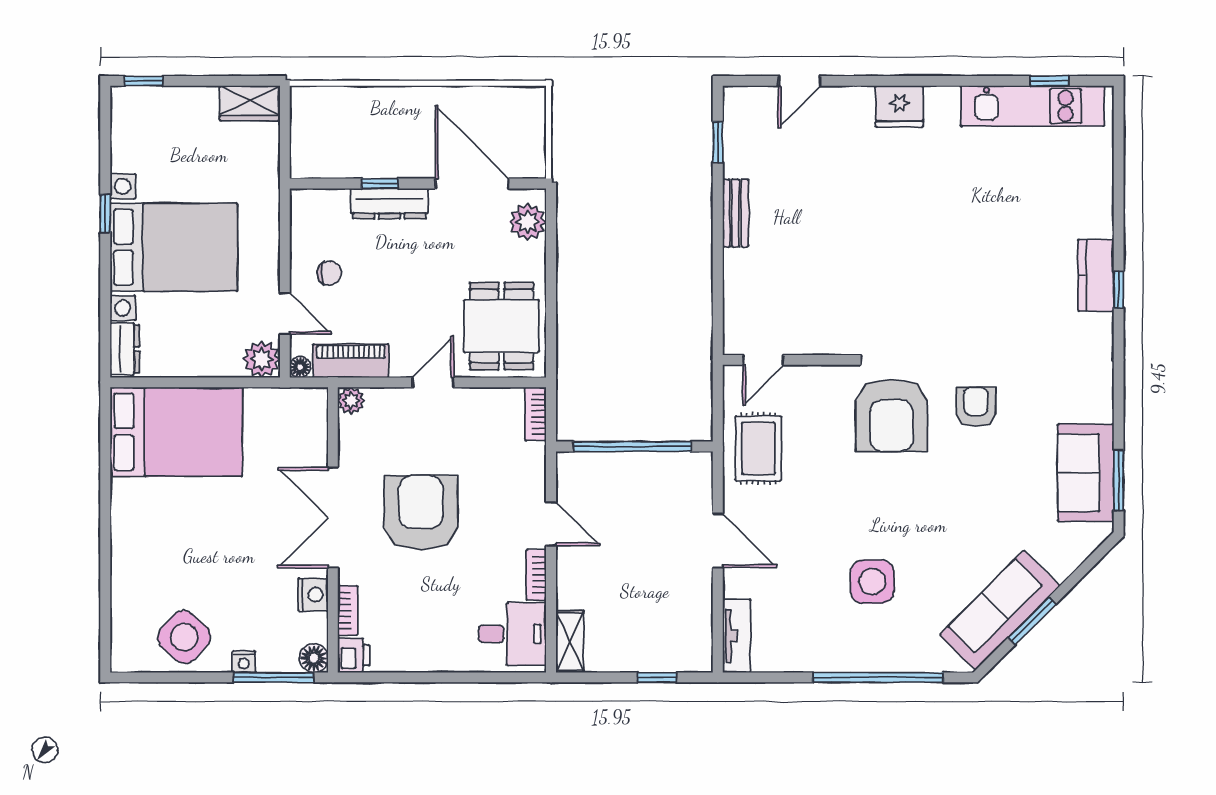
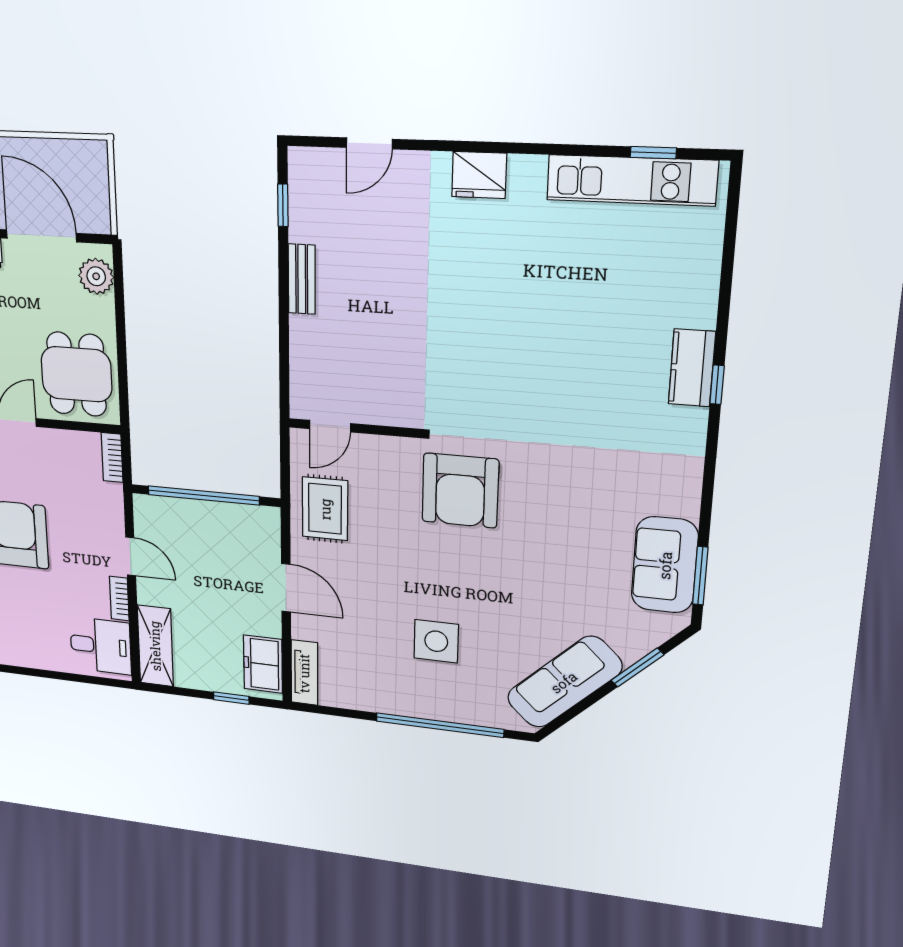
armchair: (976, 407) -> (550, 490), removed
window: (1032, 621) -> (637, 668), moved
freezer: (692, 632) -> (263, 664), added
shelving: (570, 642) -> (155, 646), width x1.50, depth x1.33

